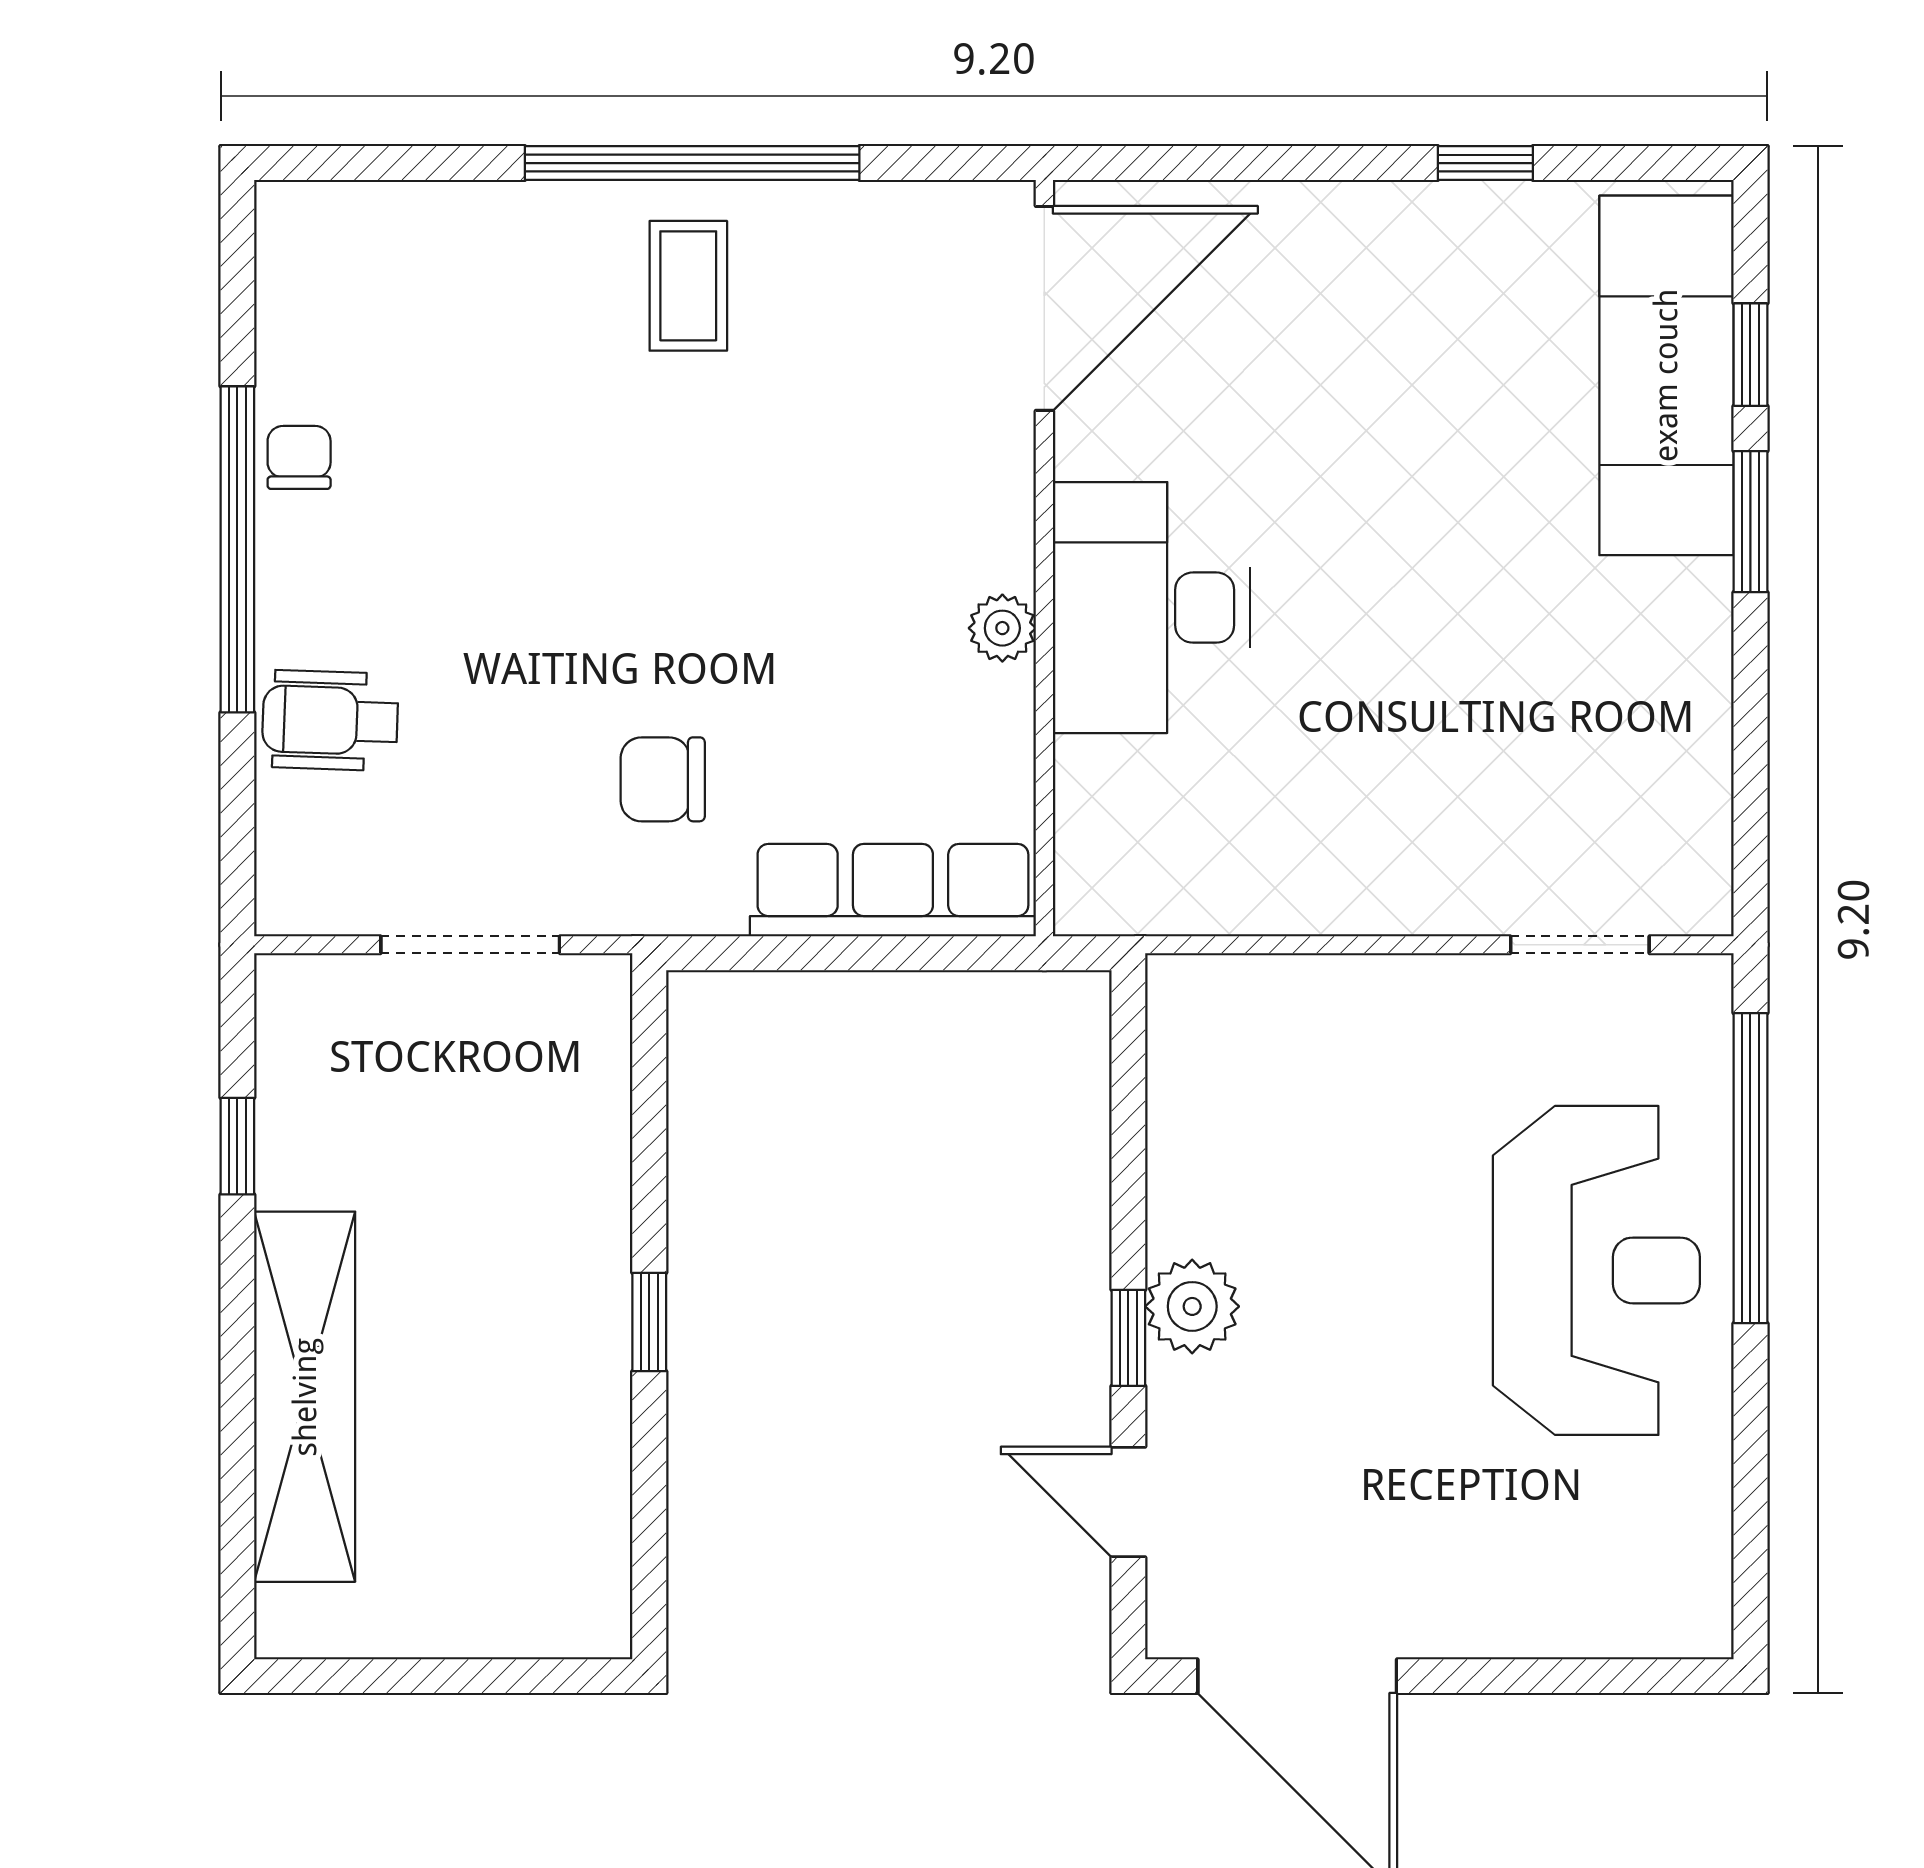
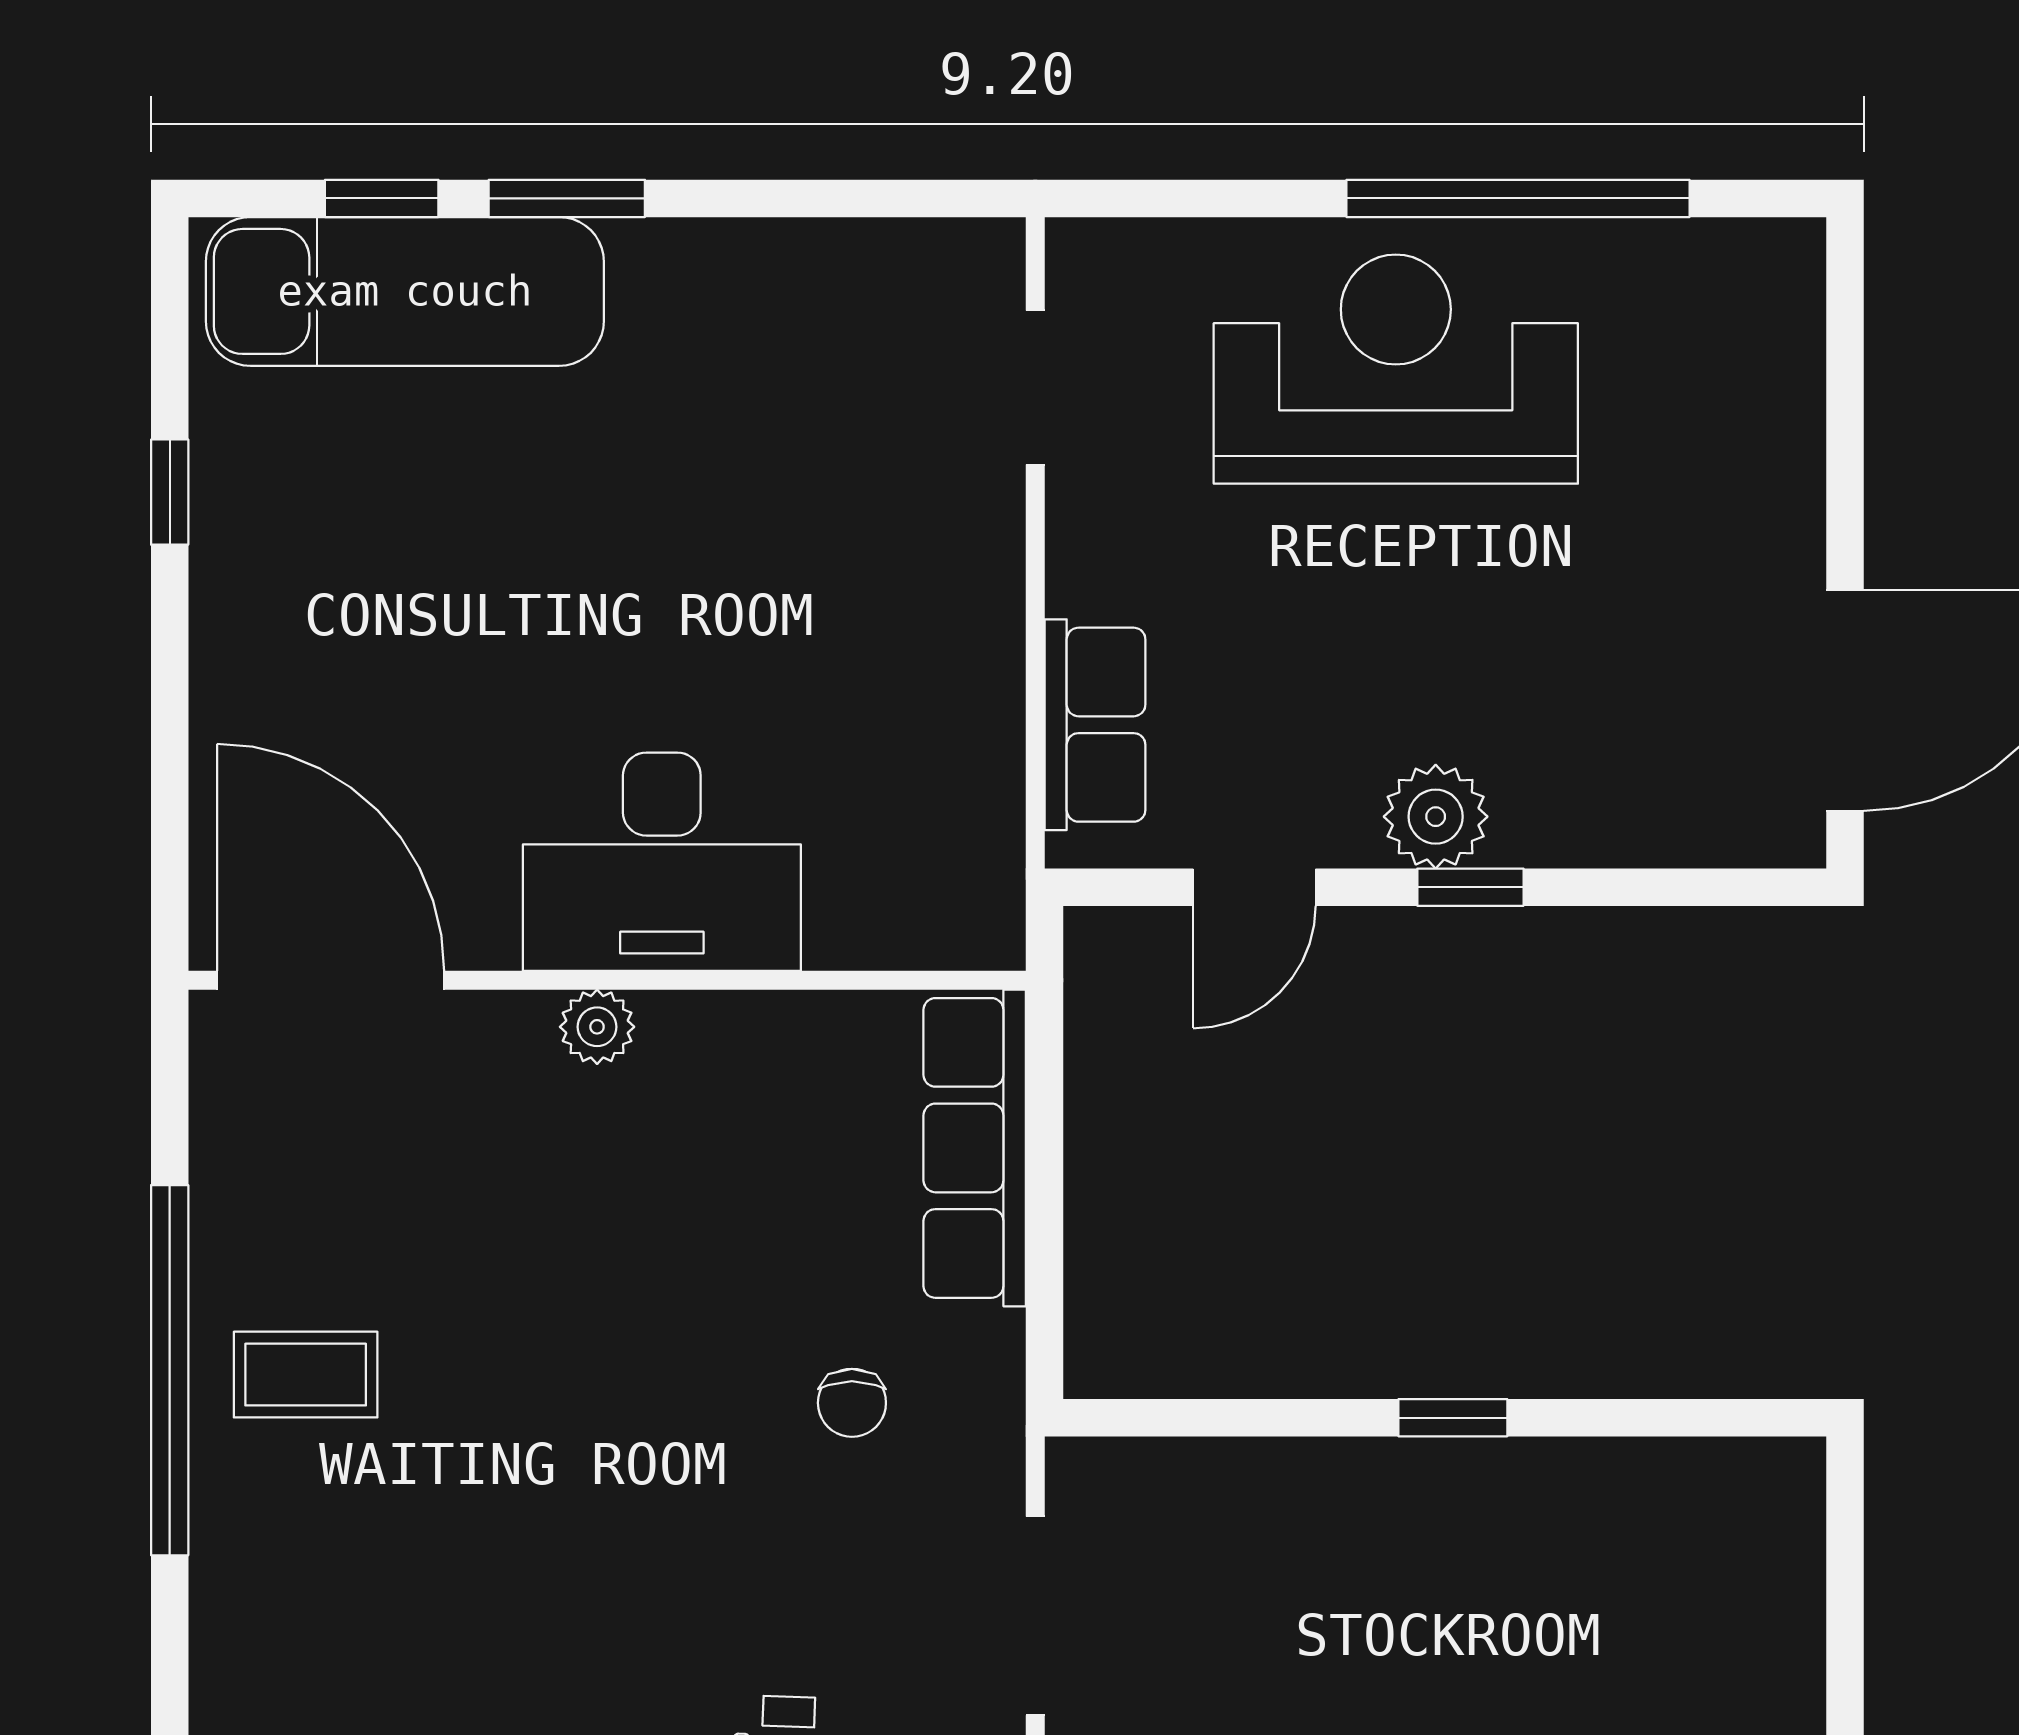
plant: (1002, 628) -> (597, 1027), moved
chair: (663, 779) -> (852, 1403), width x0.73, depth x0.73
row of seats: (1275, 999) -> (1095, 725), added
window: (1750, 1168) -> (1518, 198), moved
door: (1128, 1502) -> (1254, 887), moved

